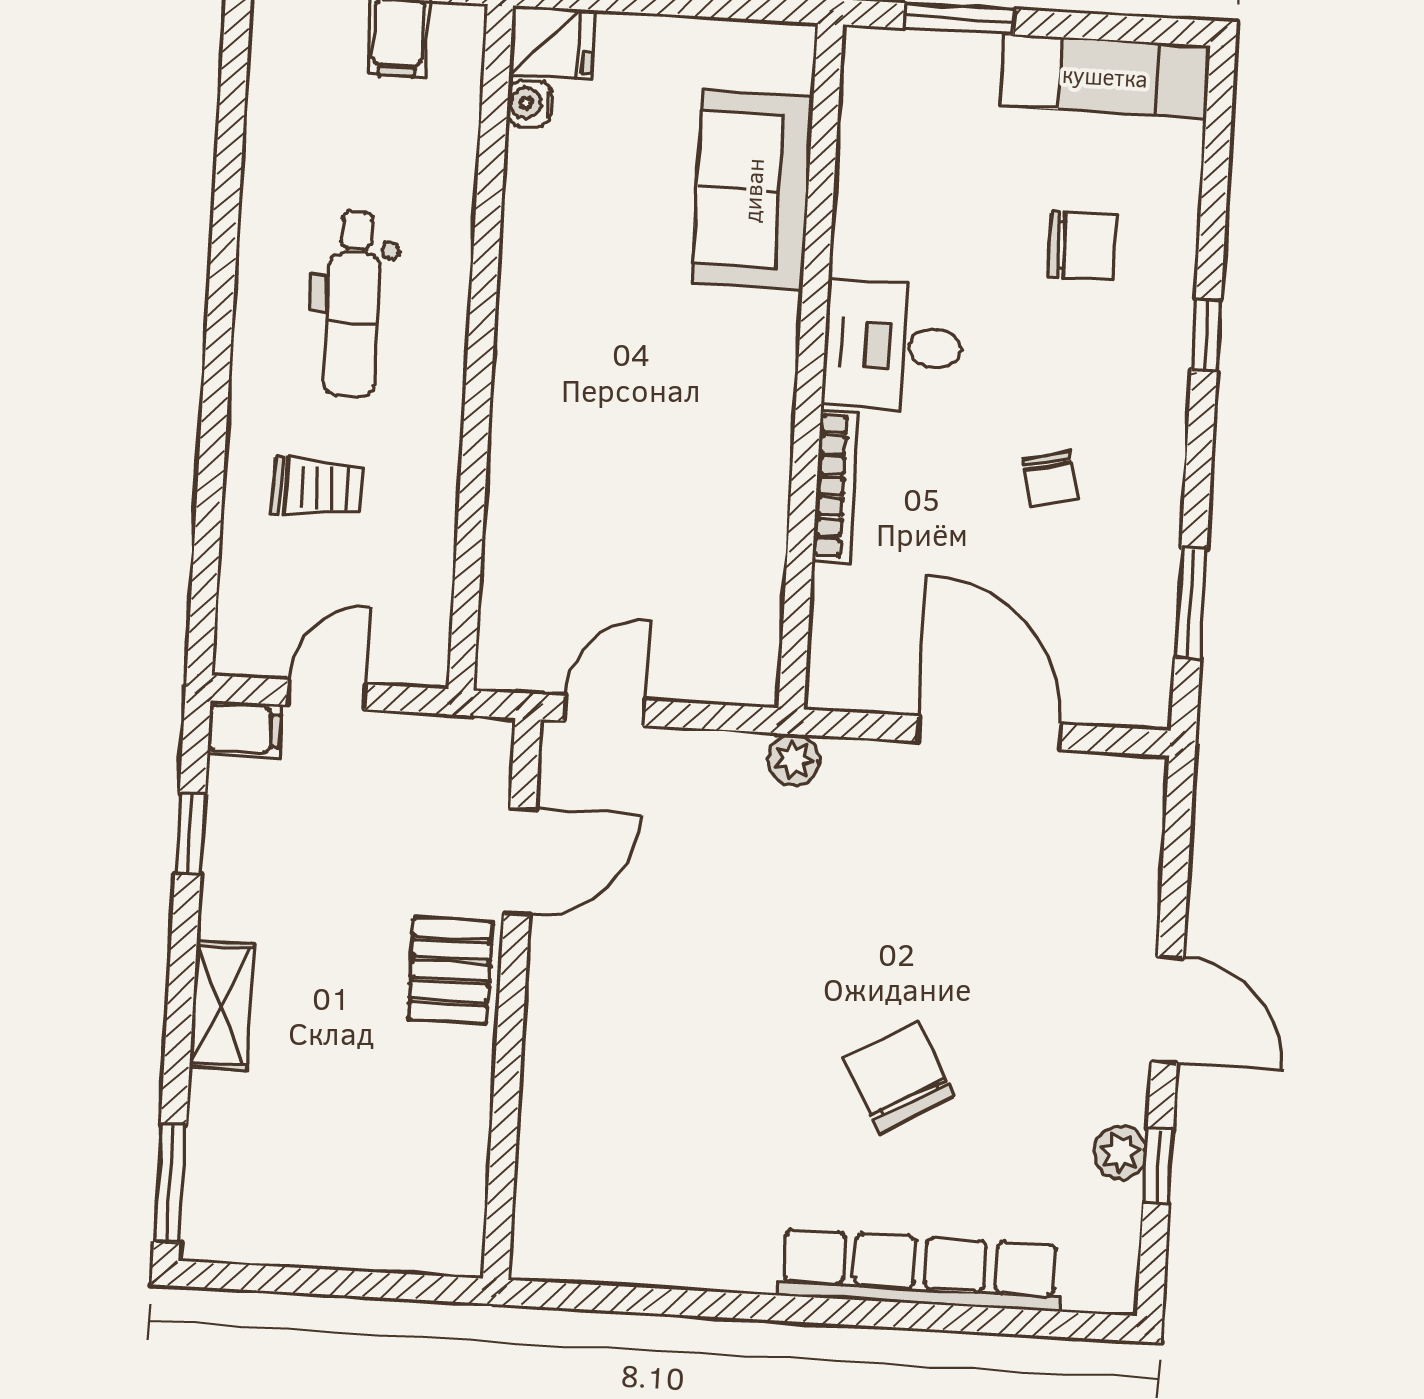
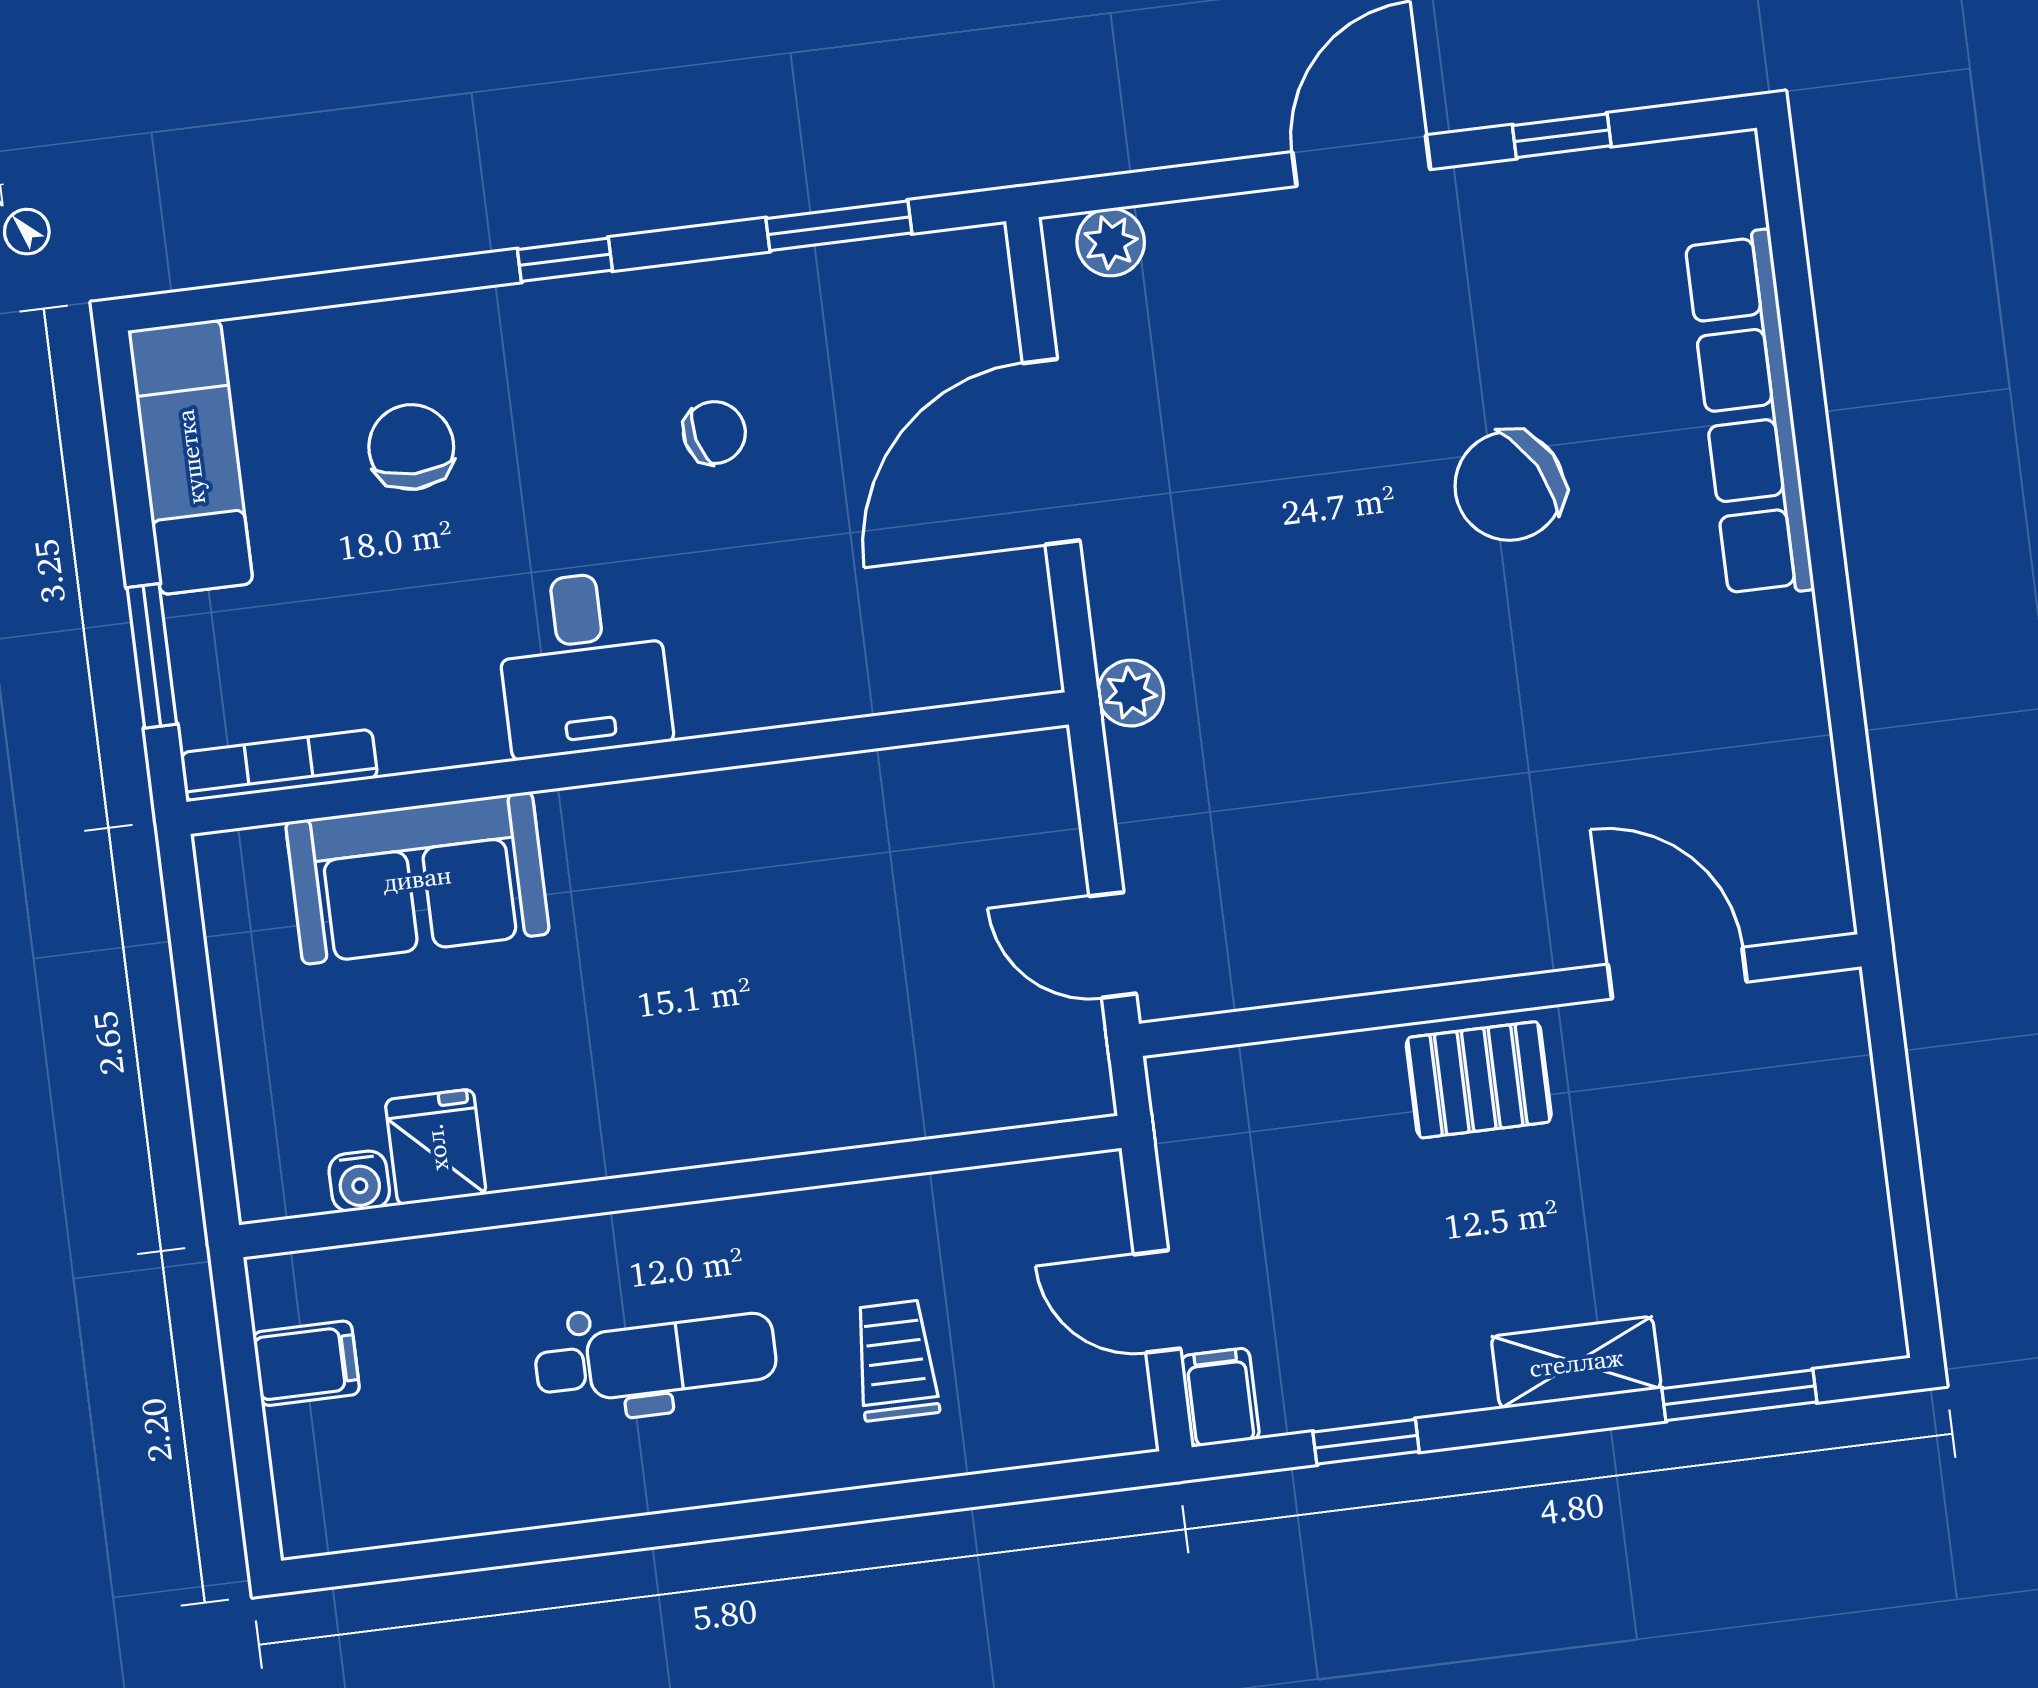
fridge: (552, 43) -> (436, 1147), moved
window: (1206, 335) -> (565, 260), moved
bookcase: (836, 486) -> (279, 765), moved
door: (520, 861) -> (1677, 973), moved
plant: (1120, 1153) -> (1111, 242), moved
window: (170, 1183) -> (1739, 1395), moved

